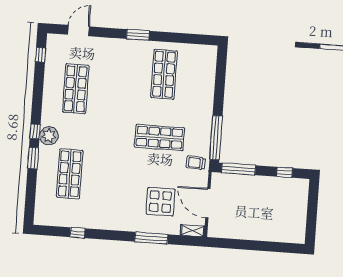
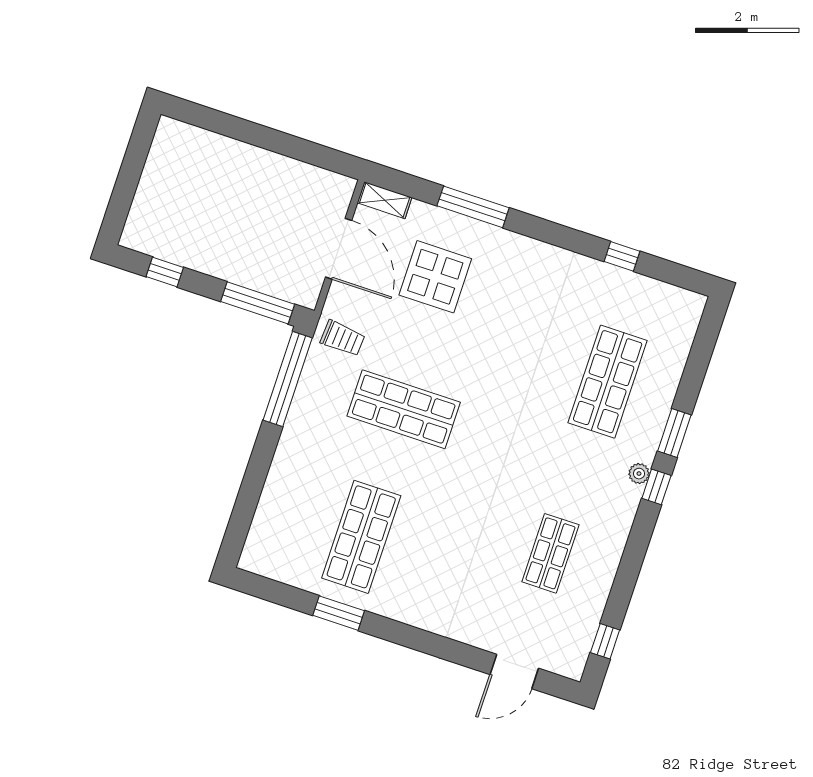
window: (138, 35) -> (339, 613), moved
shop shelf: (76, 89) -> (550, 553), width x0.70, depth x0.74
plant: (49, 136) -> (639, 474), width x0.53, depth x0.53

